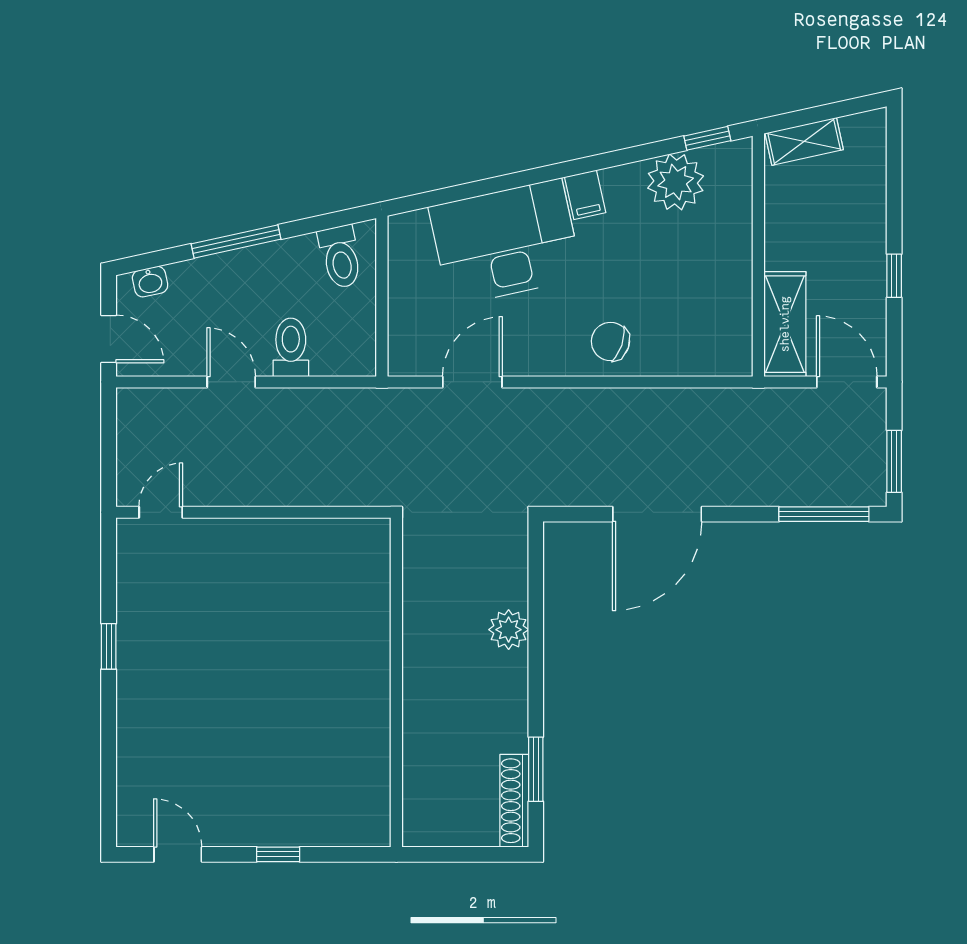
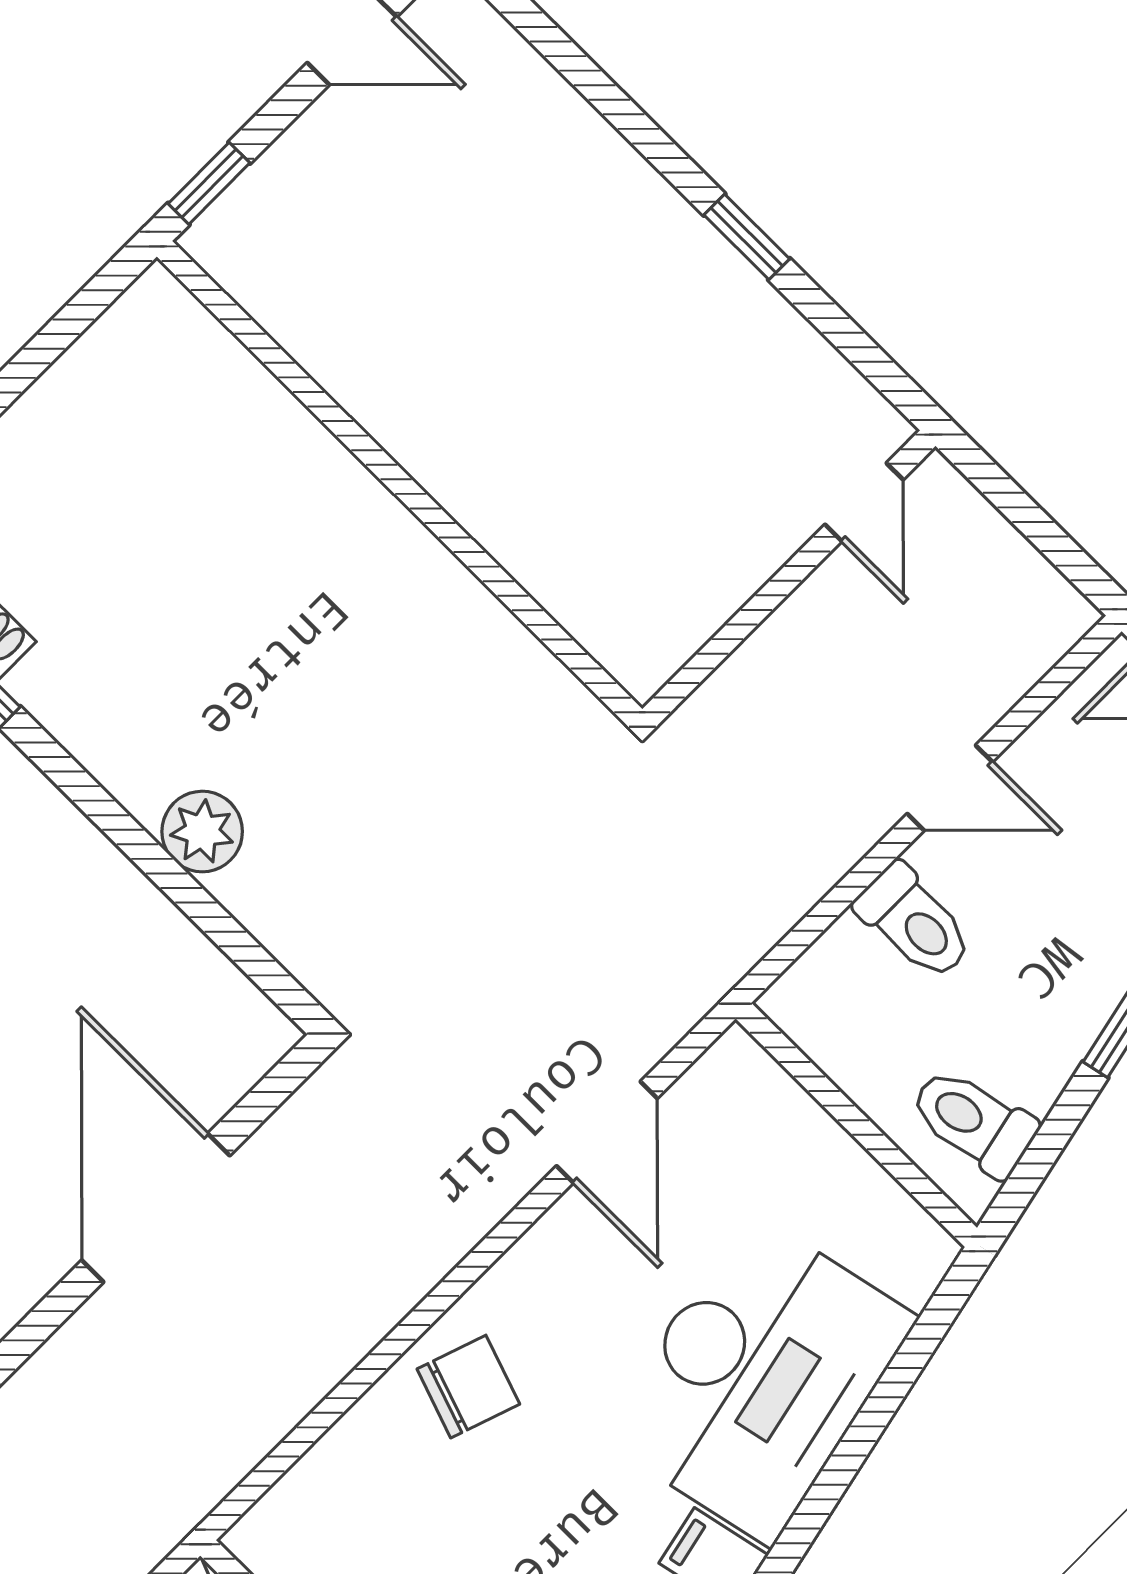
wall: (396, 682) -> (400, 483), moved

